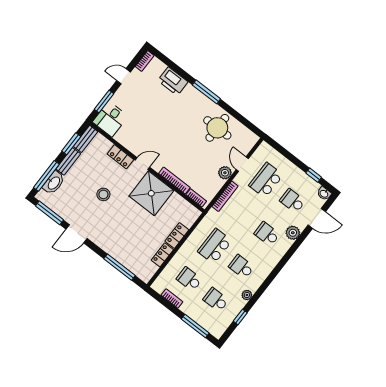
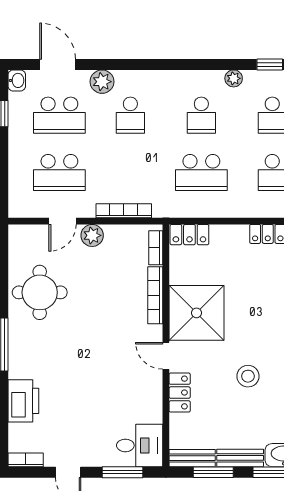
school desk: (293, 201) -> (59, 115), width x1.85
locker: (177, 236) -> (189, 235), moved

